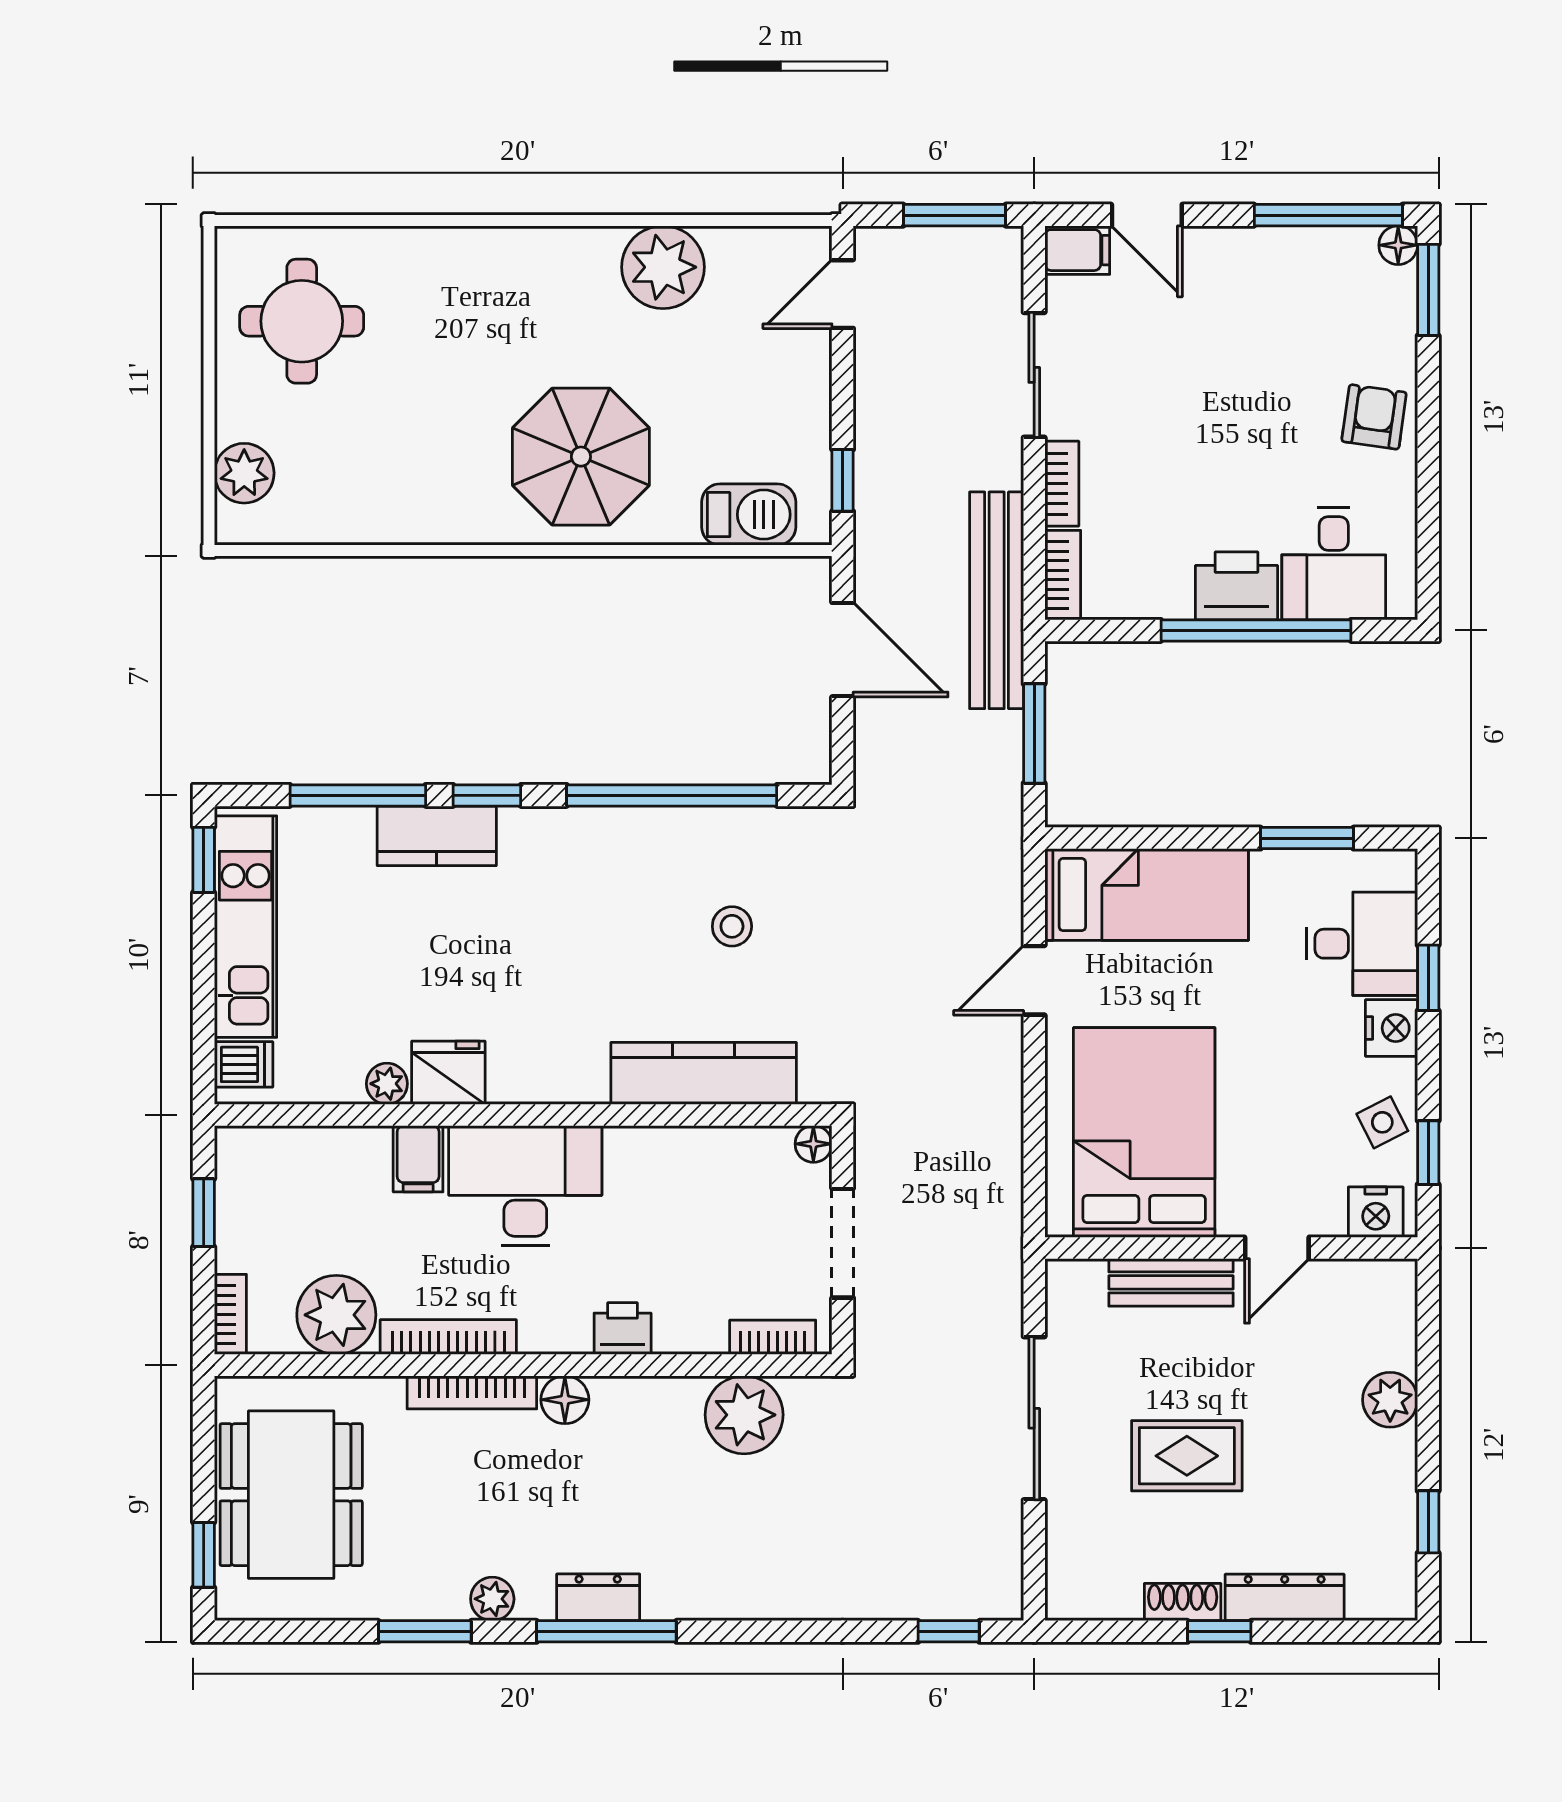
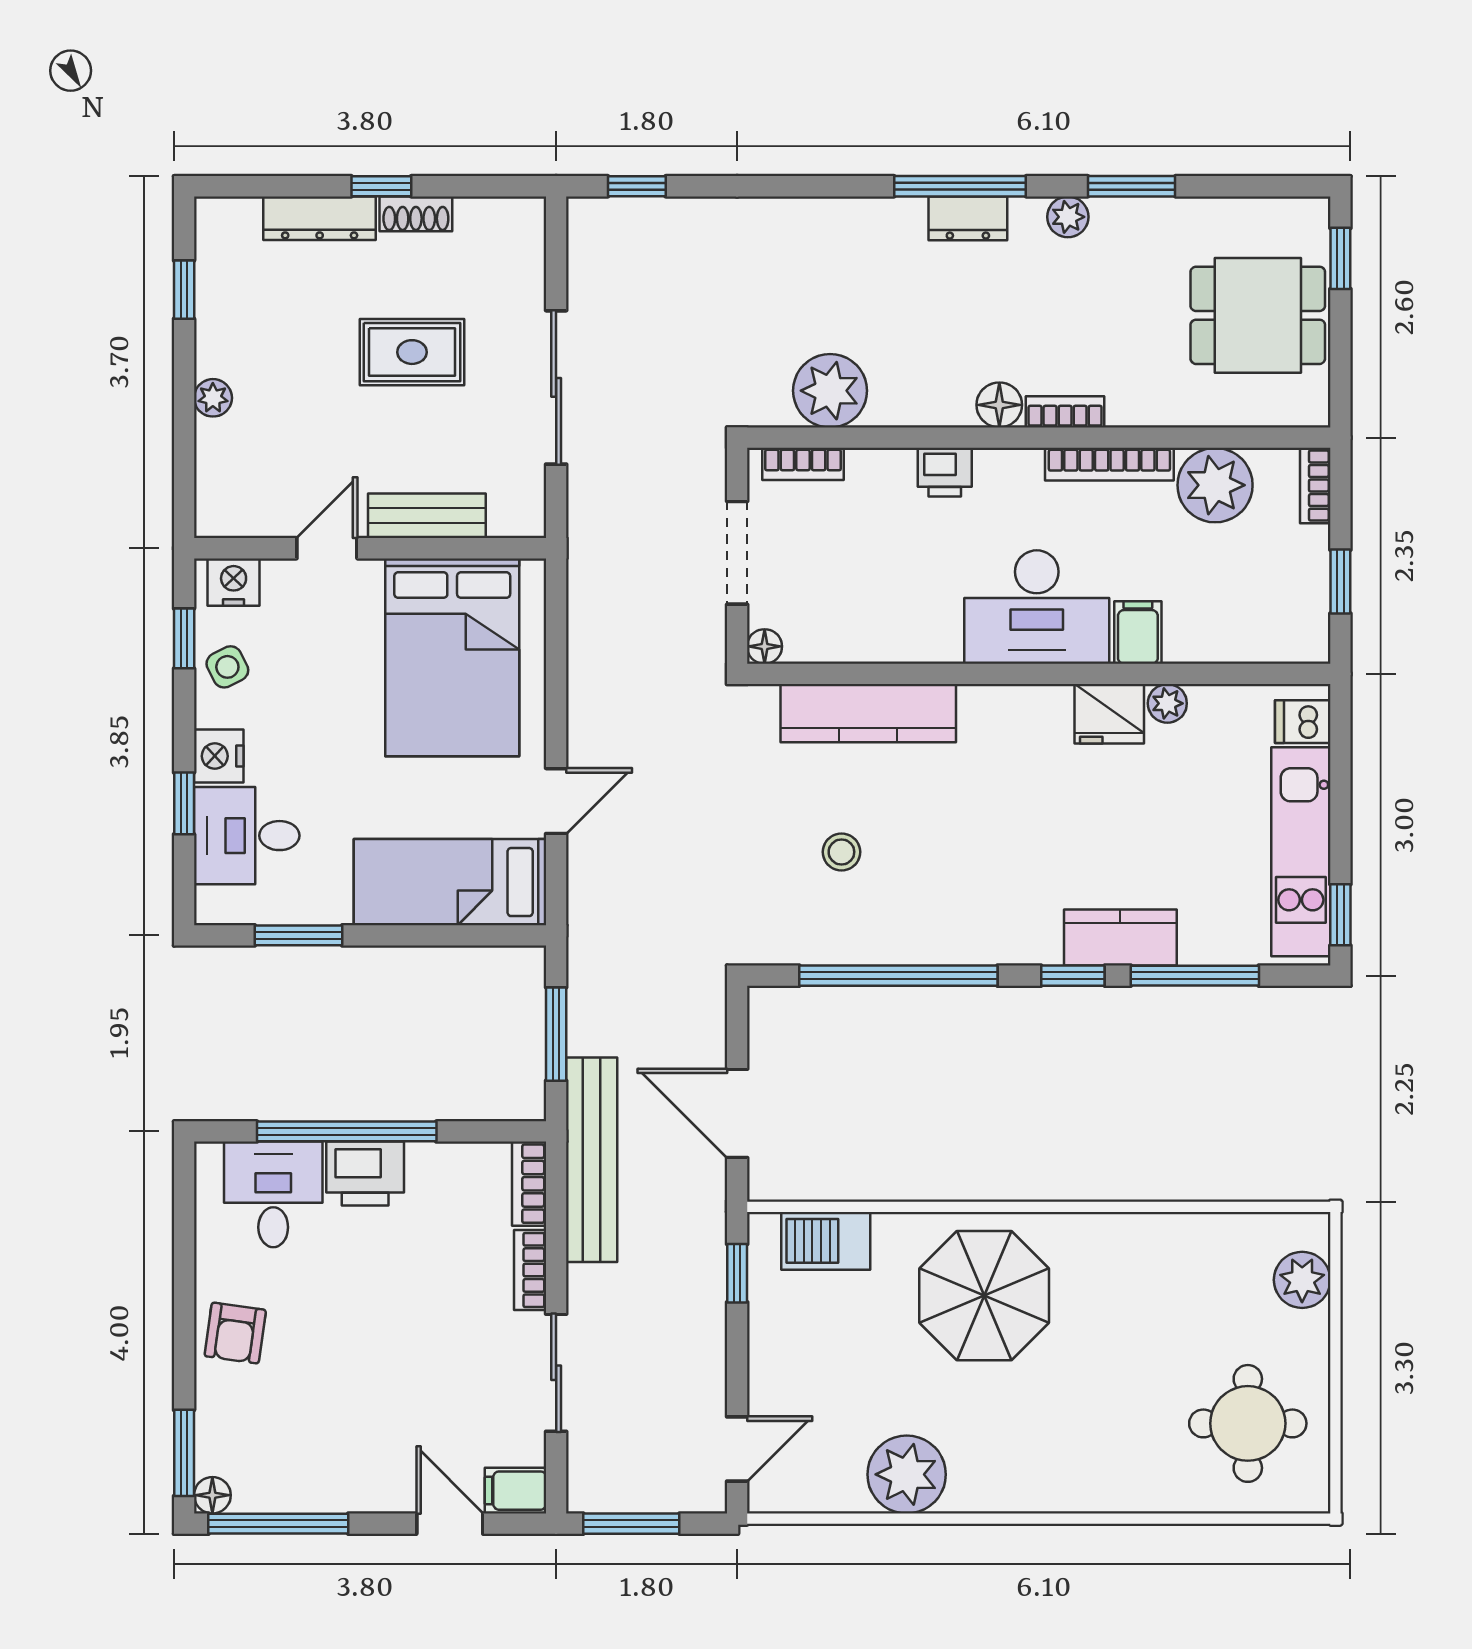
bookcase: (472, 1392) -> (1065, 412), width x0.64
plant: (1390, 1400) -> (213, 398), width x0.73, depth x0.73
dining table: (291, 1495) -> (1258, 315), width x0.73

